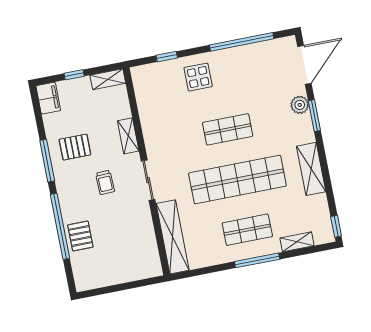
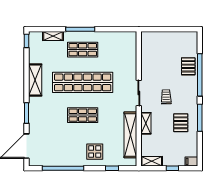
filing cabinet: (48, 98) -> (191, 161), width x0.50
plant: (300, 105) -> (34, 122), removed
pallet: (75, 147) -> (181, 123), turned 90
shelving: (173, 237) -> (130, 135), moved

